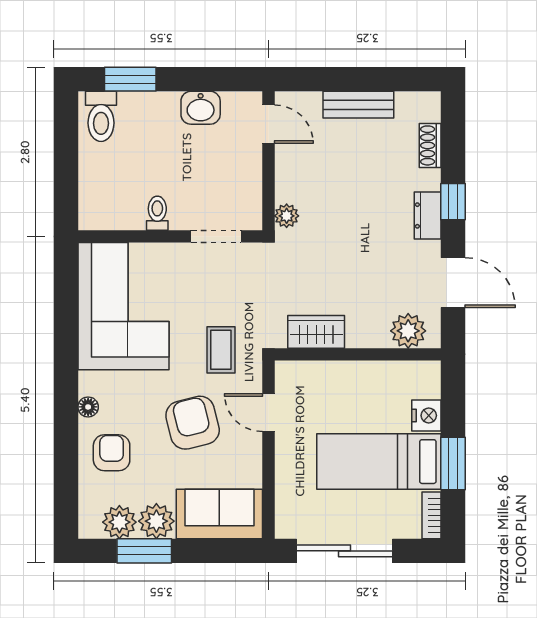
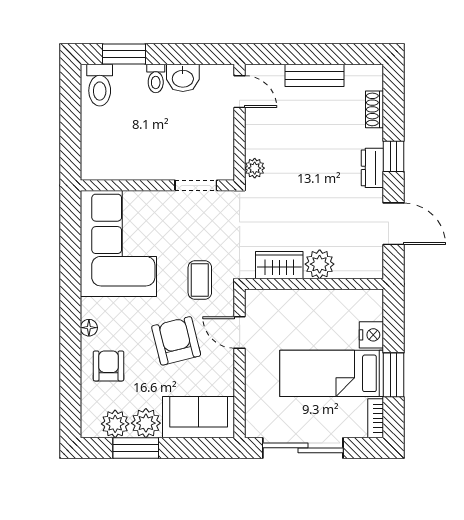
toilet: (157, 213) -> (156, 78), moved, turned 180
plant: (408, 331) -> (320, 264), moved

